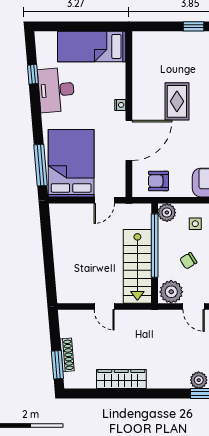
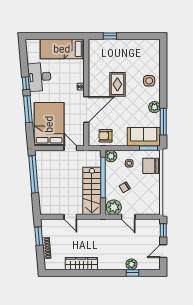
window: (194, 26) -> (110, 36), moved
window: (33, 74) -> (26, 83), moved
window: (41, 165) -> (28, 109), moved
door: (104, 200) -> (70, 148), swing flipped
window: (47, 241) -> (33, 174), added
window: (57, 365) -> (39, 236), moved

